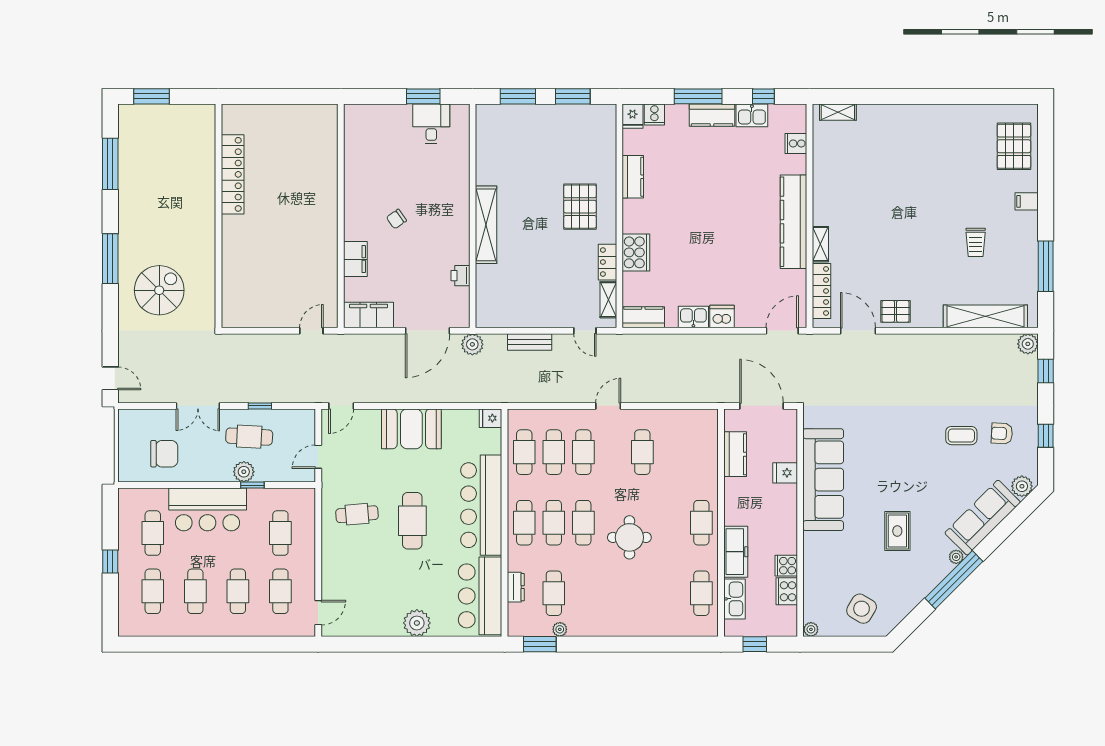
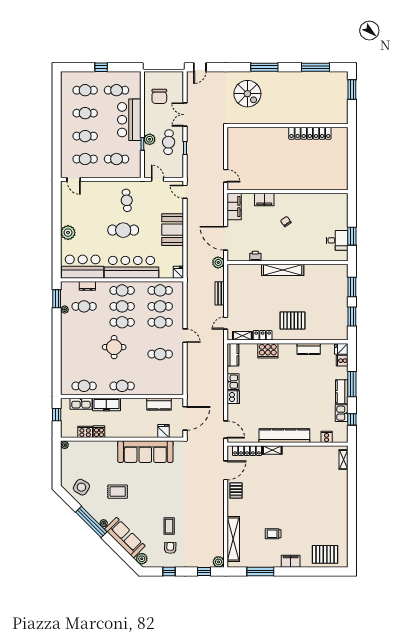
filing cabinet: (1027, 201) -> (291, 561), width x2.00
fridge: (785, 473) -> (164, 431), moved
side table: (862, 609) -> (81, 487), moved

